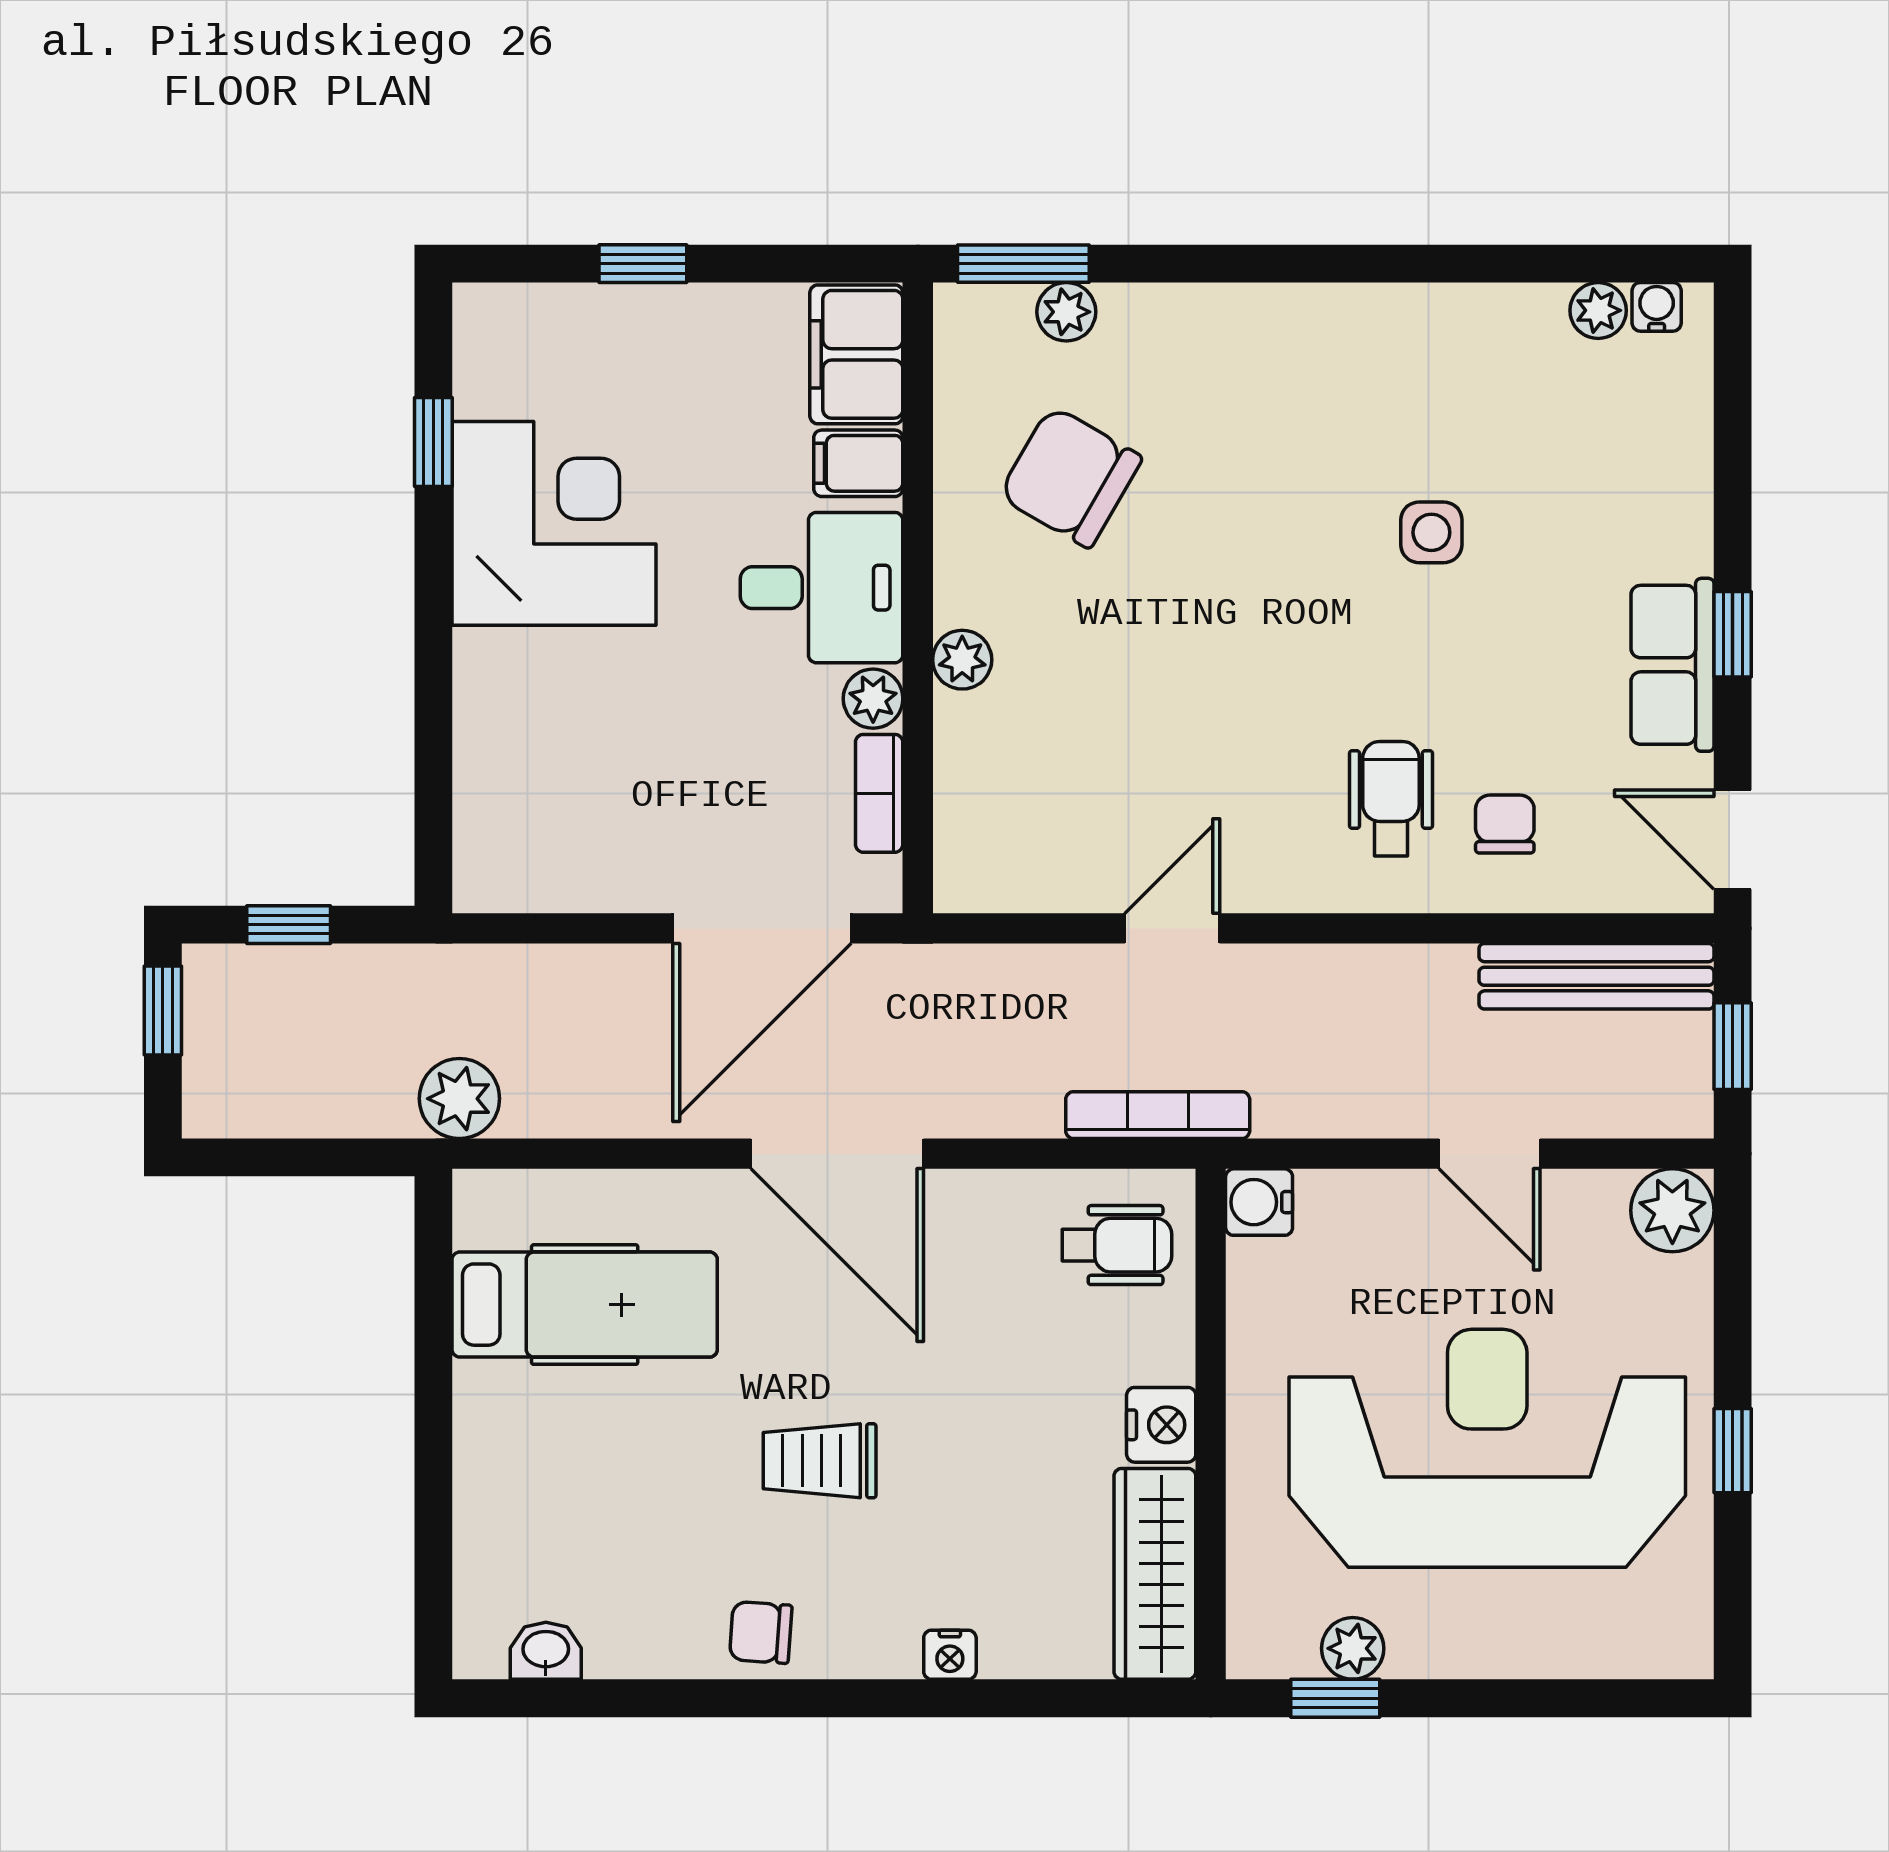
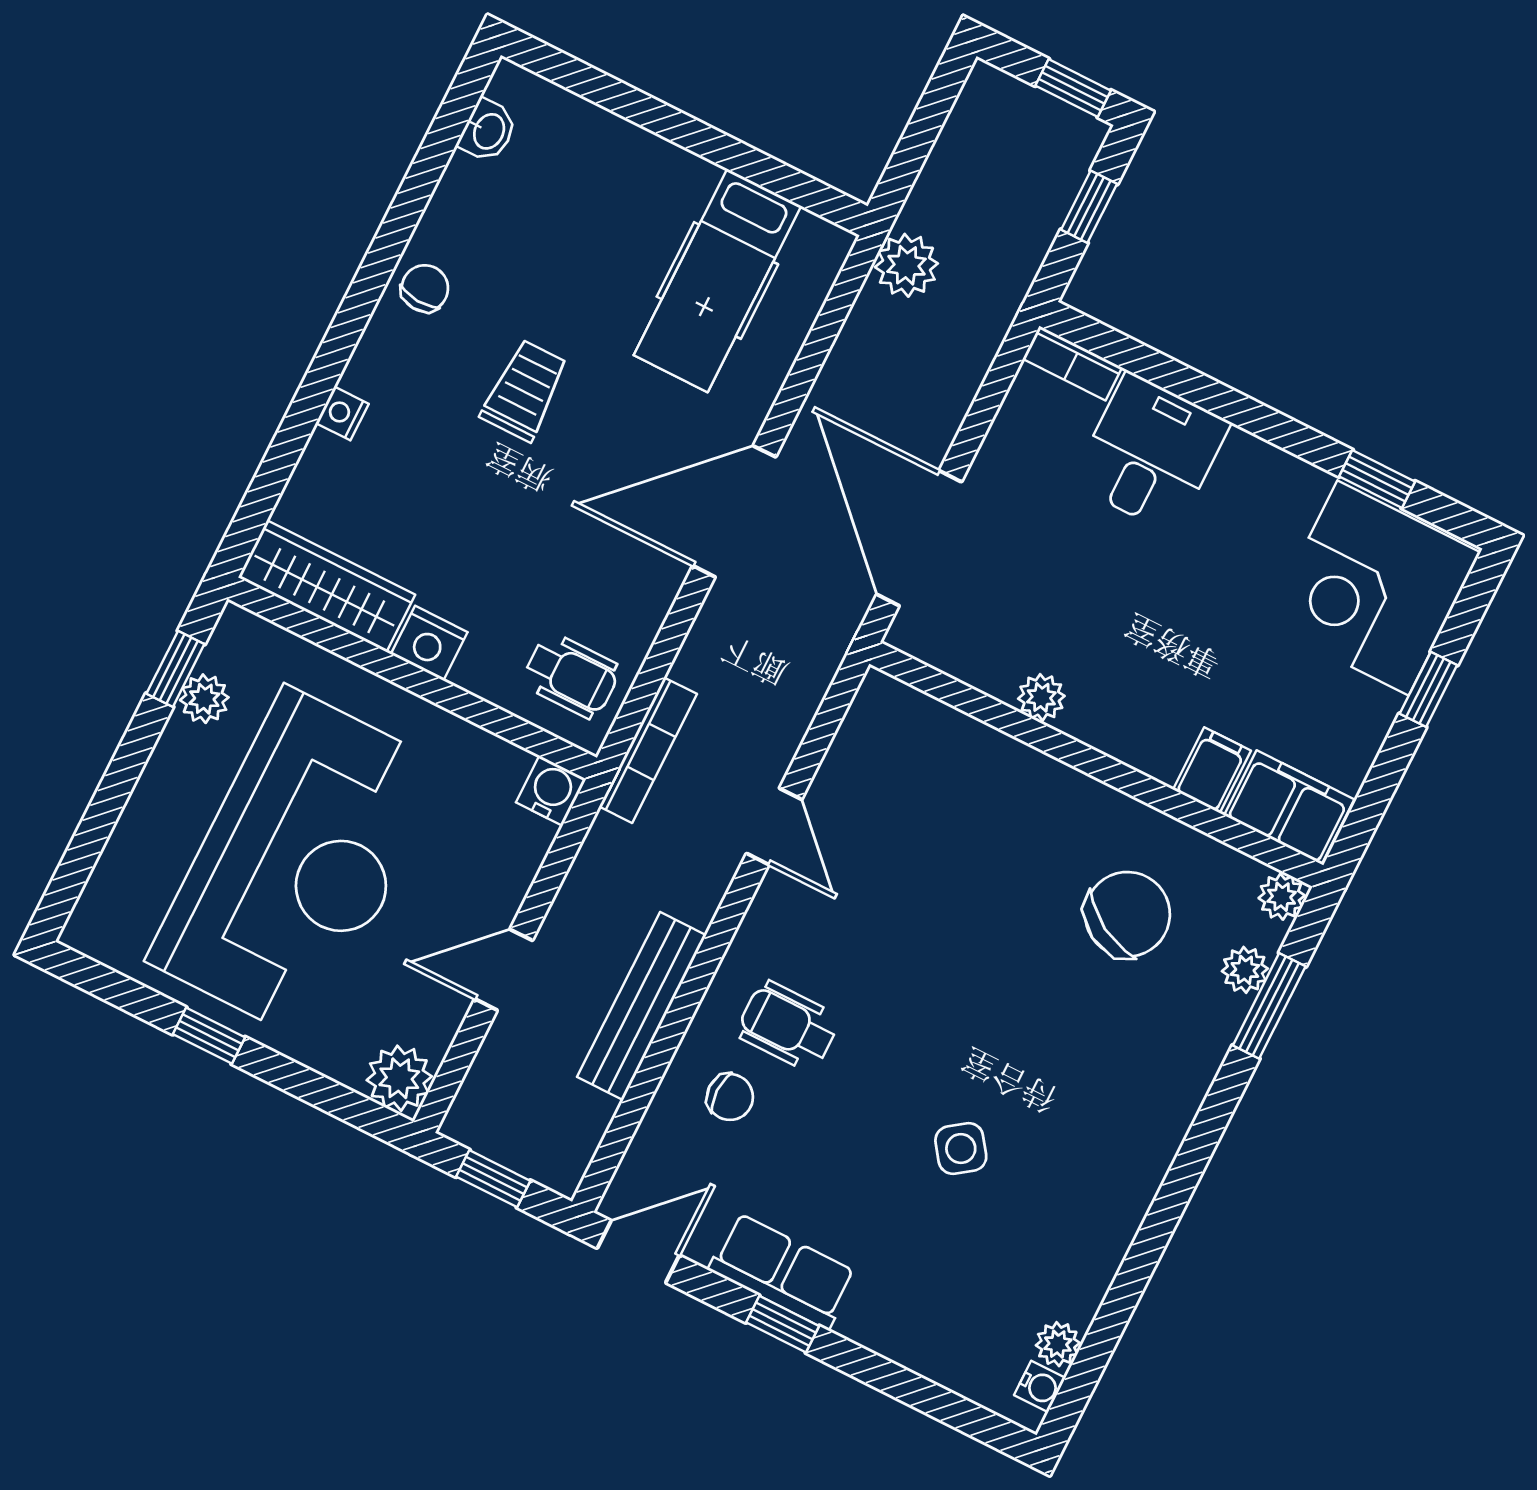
window: (1023, 264) -> (1269, 1006), moved
corner desk: (554, 523) -> (1373, 588), moved, turned 90
side table: (1431, 532) -> (961, 1149), turned -36
desk: (822, 588) -> (1151, 453), moved, turned 180
plant: (962, 660) -> (1282, 897), moved
bookcase: (879, 793) -> (1072, 363), moved, turned 180
wheelchair: (1391, 799) -> (788, 1026), turned 180
bench: (1596, 976) -> (642, 1006), moved
wheelchair: (1117, 1245) -> (571, 675), turned -90

